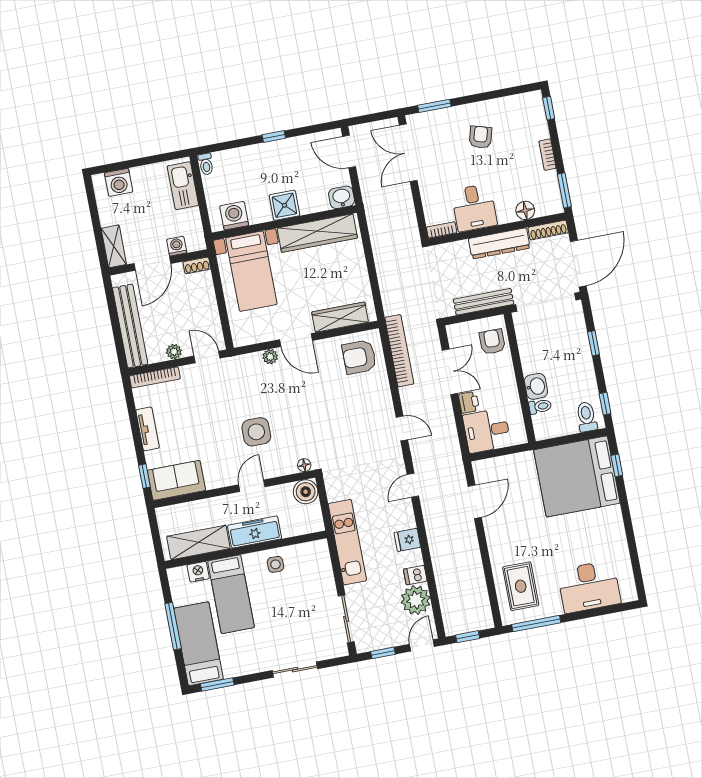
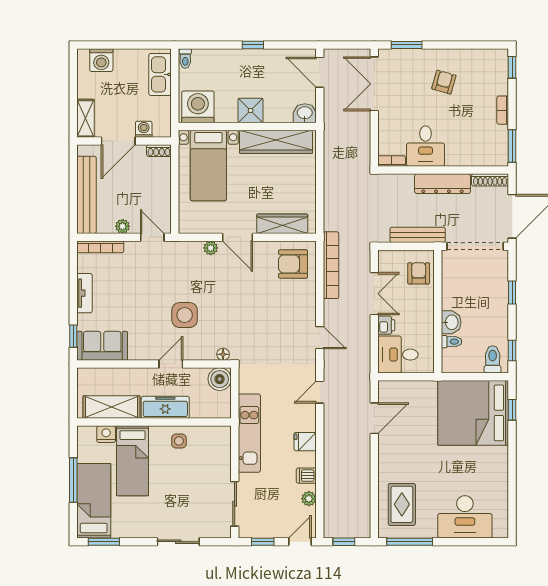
floor lamp: (525, 210) -> (472, 158), removed
washing machine: (234, 216) -> (198, 107), width x1.37, depth x1.37
plant: (416, 600) -> (309, 499), width x0.53, depth x0.53

